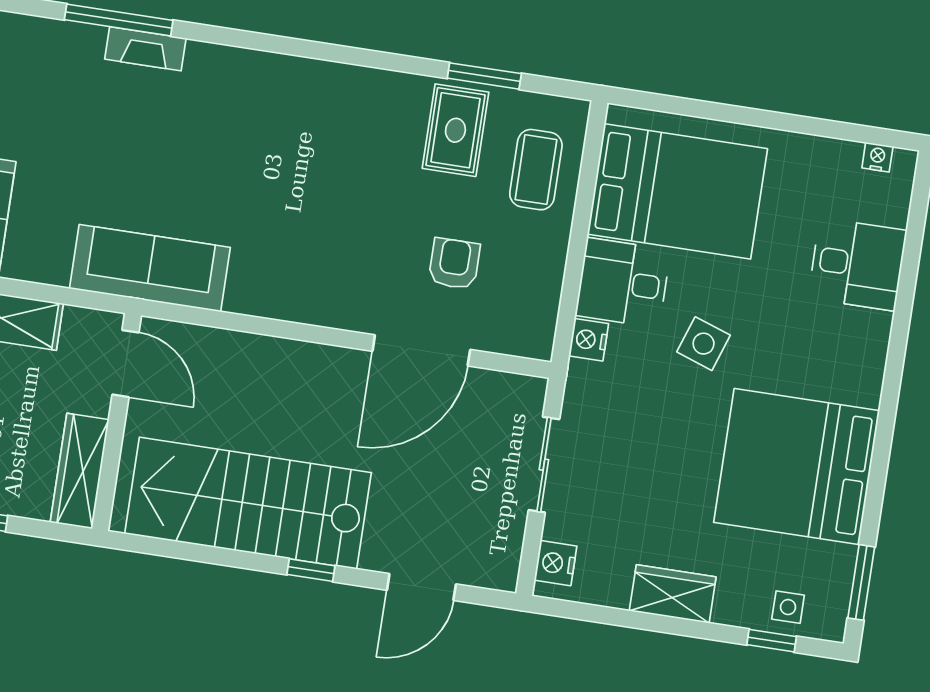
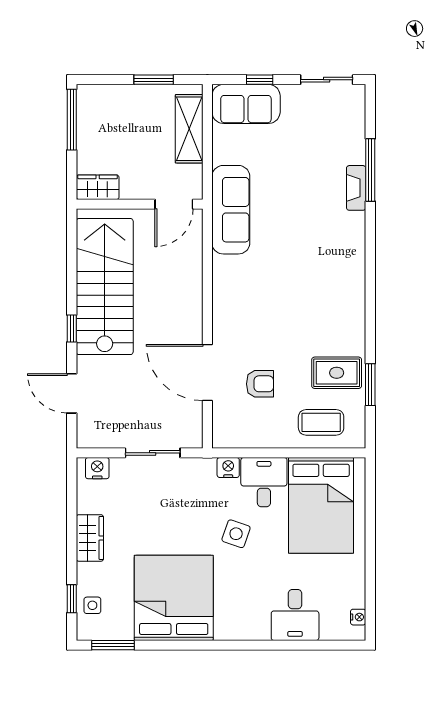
wardrobe: (80, 471) -> (98, 187), width x0.67

